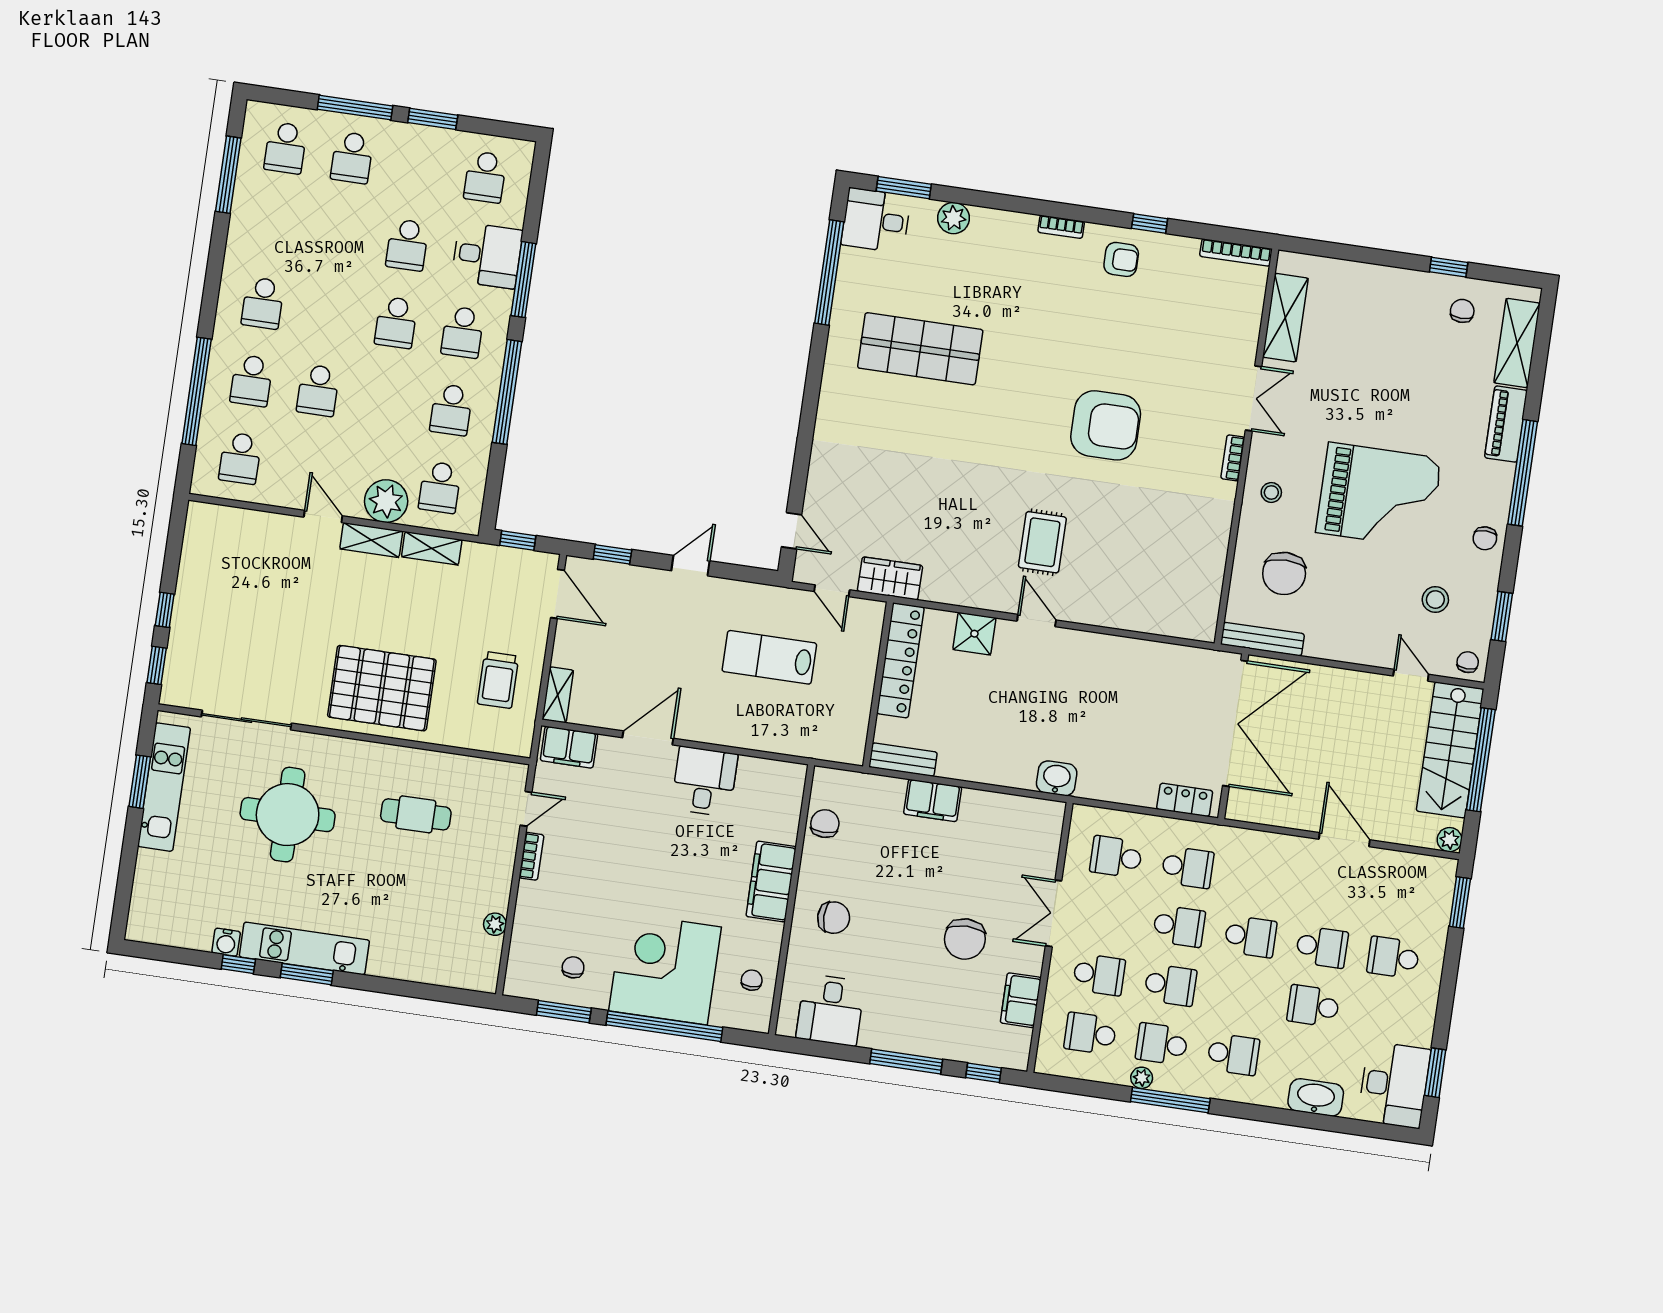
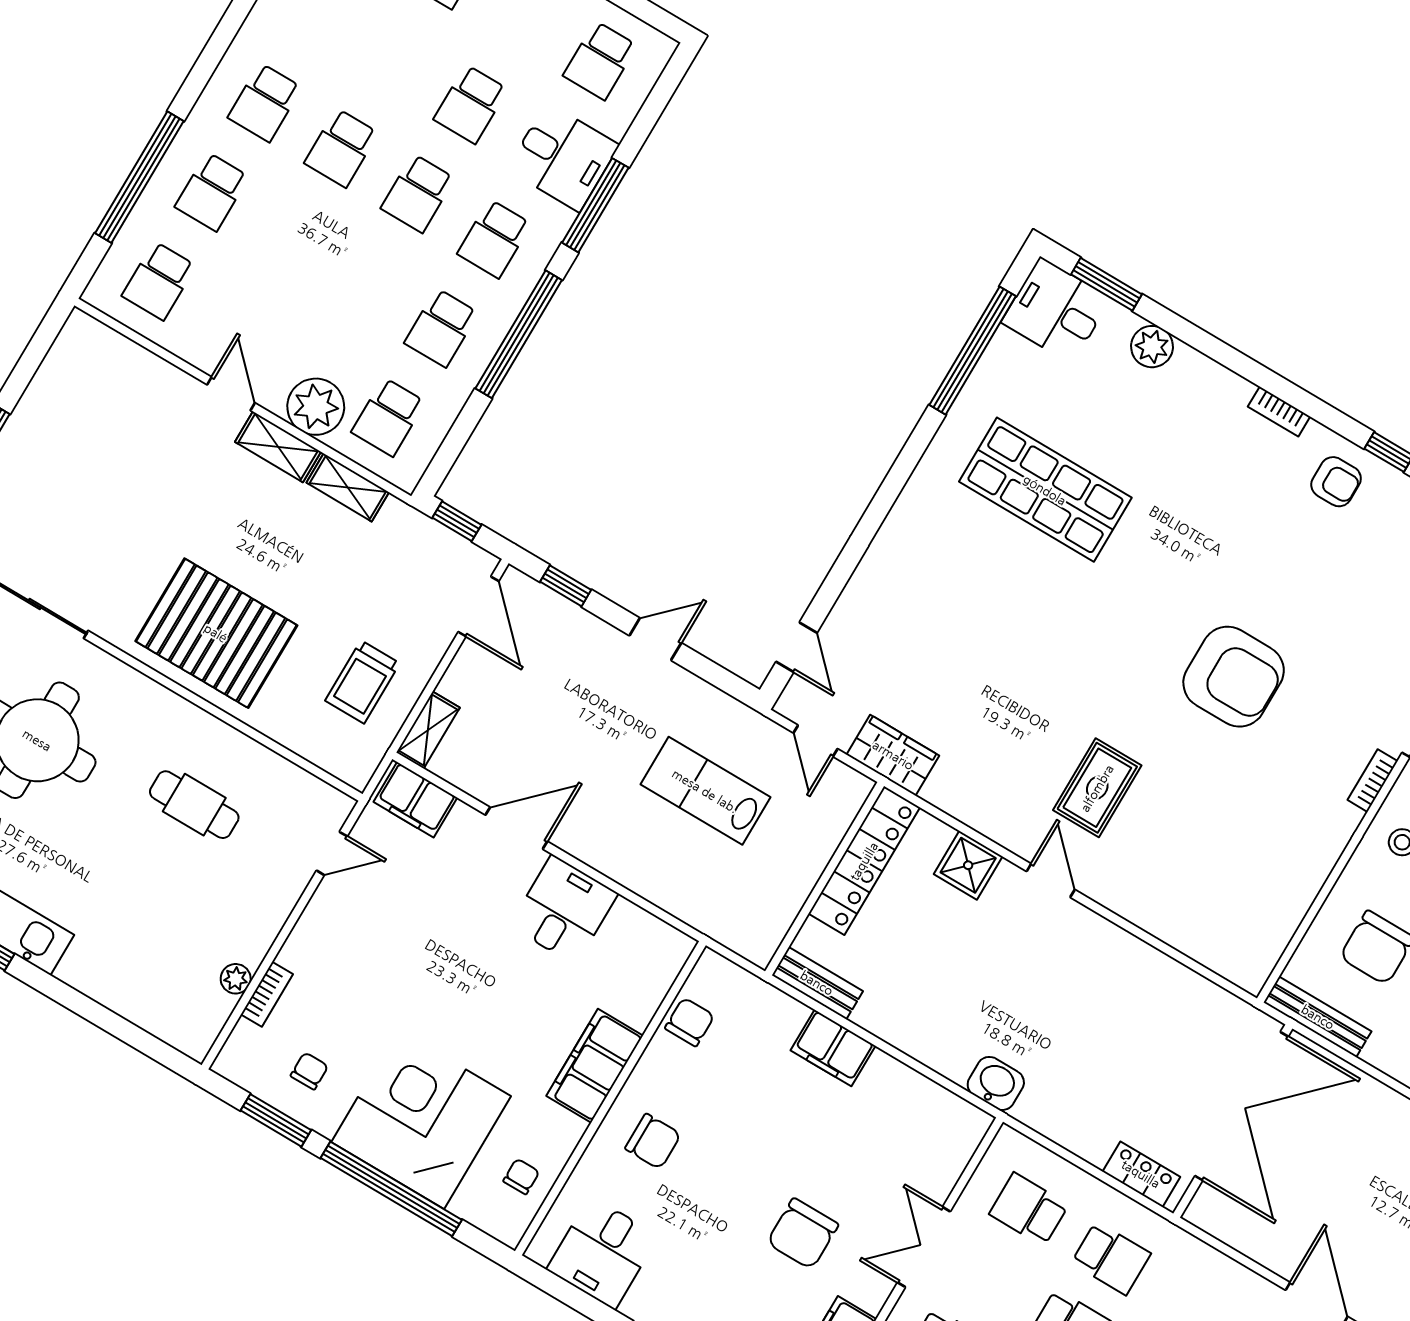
school desk: (318, 390) -> (341, 148), moved
bookcase: (531, 856) -> (267, 994), moved

